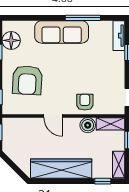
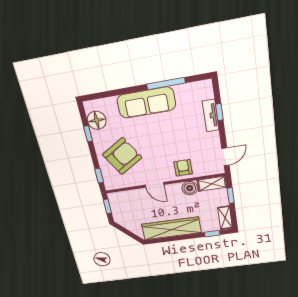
tv unit: (119, 36) -> (211, 116), moved
armchair: (27, 80) -> (122, 156), turned -124

